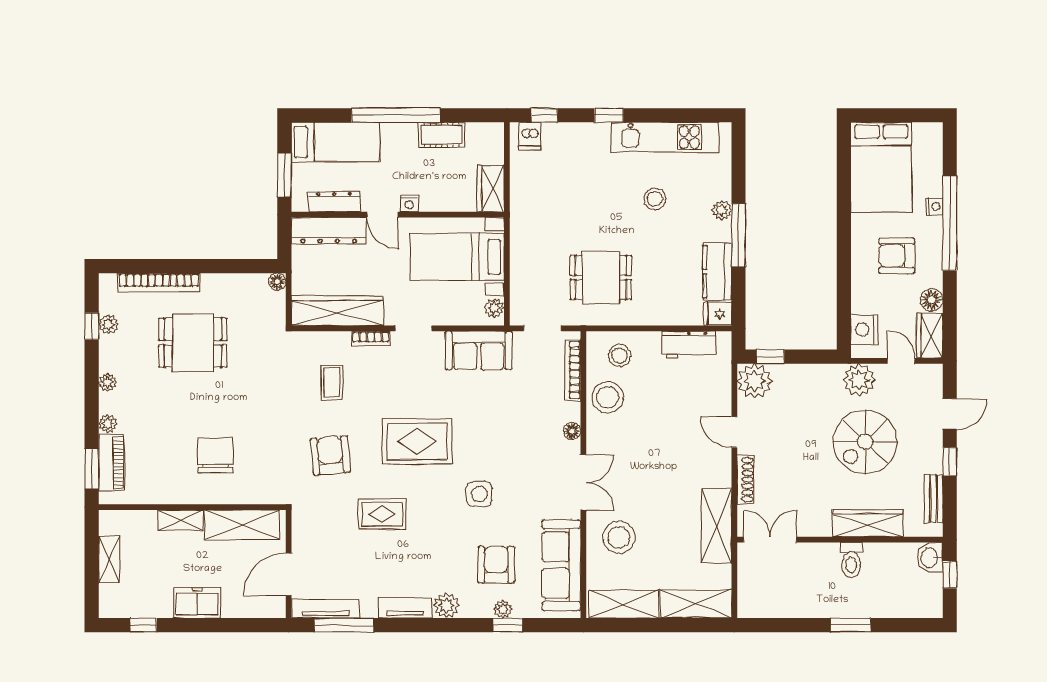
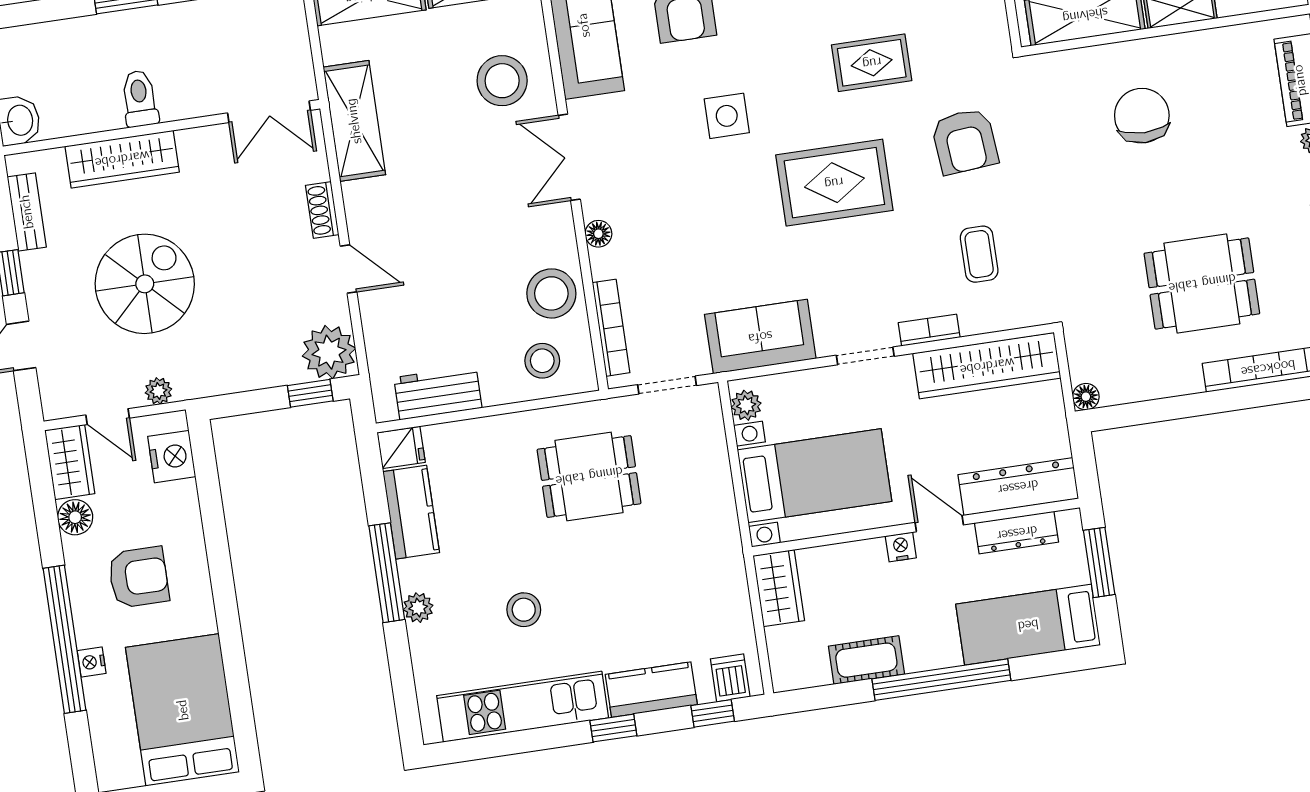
kitchen counter: (581, 136) -> (651, 690), added
plant: (859, 380) -> (158, 391), width x0.53, depth x0.53
chair: (215, 455) -> (1142, 116), turned 180
shoe rack: (745, 480) -> (322, 210), width x0.70

